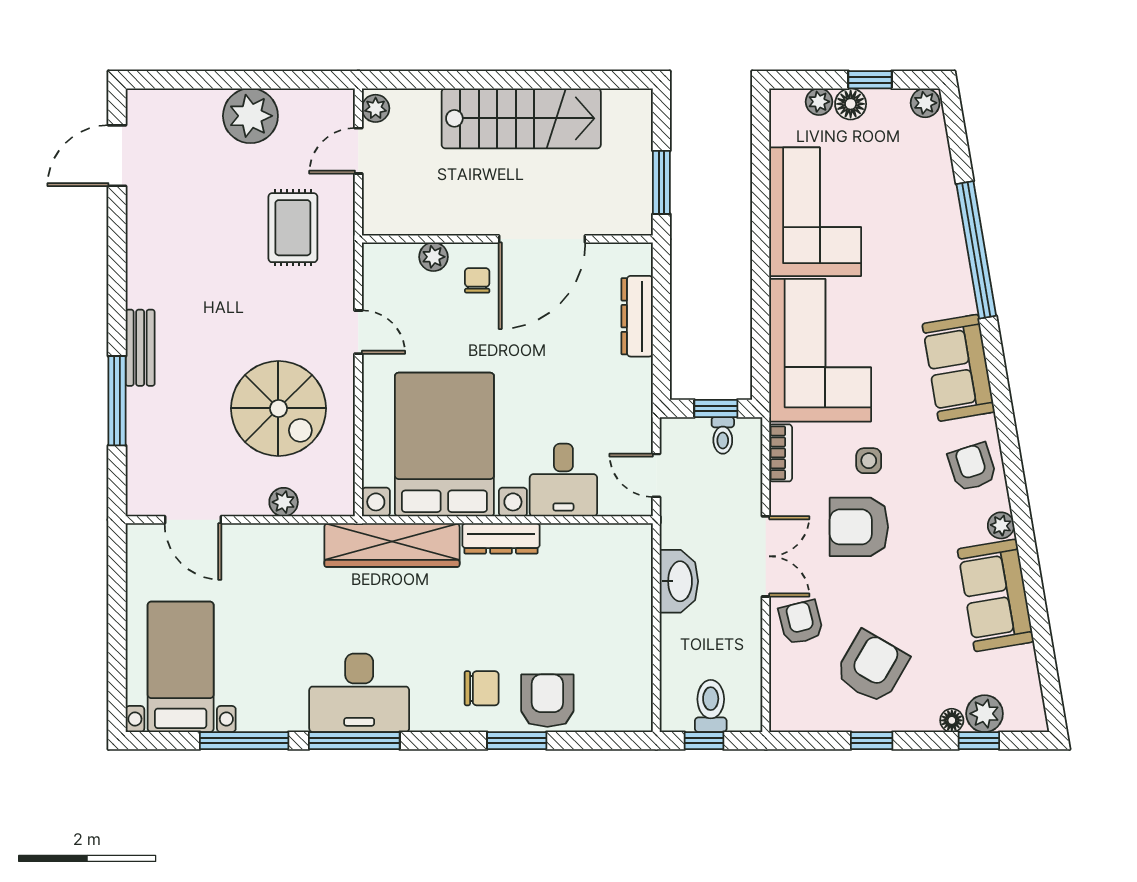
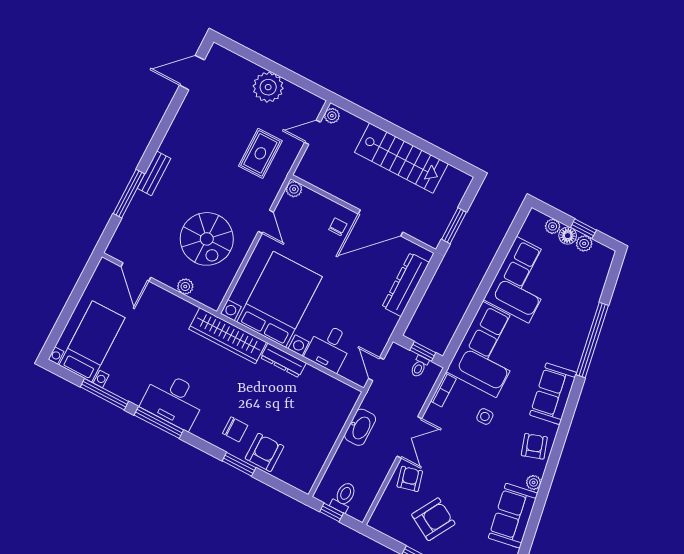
plant: (925, 103) -> (584, 243), moved
plant: (433, 257) -> (294, 189), moved
dresser: (637, 316) -> (406, 285), width x1.37, depth x1.24
armchair: (859, 527) -> (463, 447), removed

